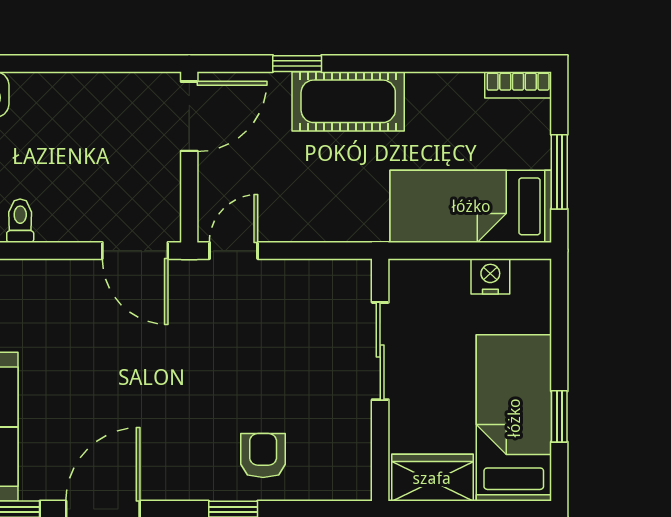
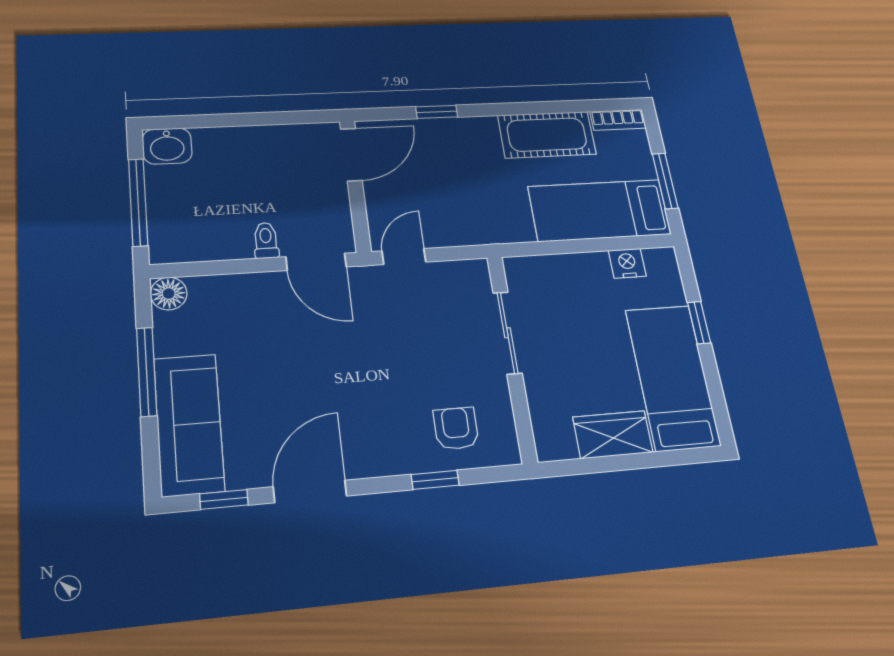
cot: (348, 101) -> (547, 135), moved
toilet: (20, 221) -> (266, 240), moved
sliding door: (380, 351) -> (507, 333), moved
wall: (380, 380) -> (512, 357), moved
window: (559, 416) -> (699, 323), moved

